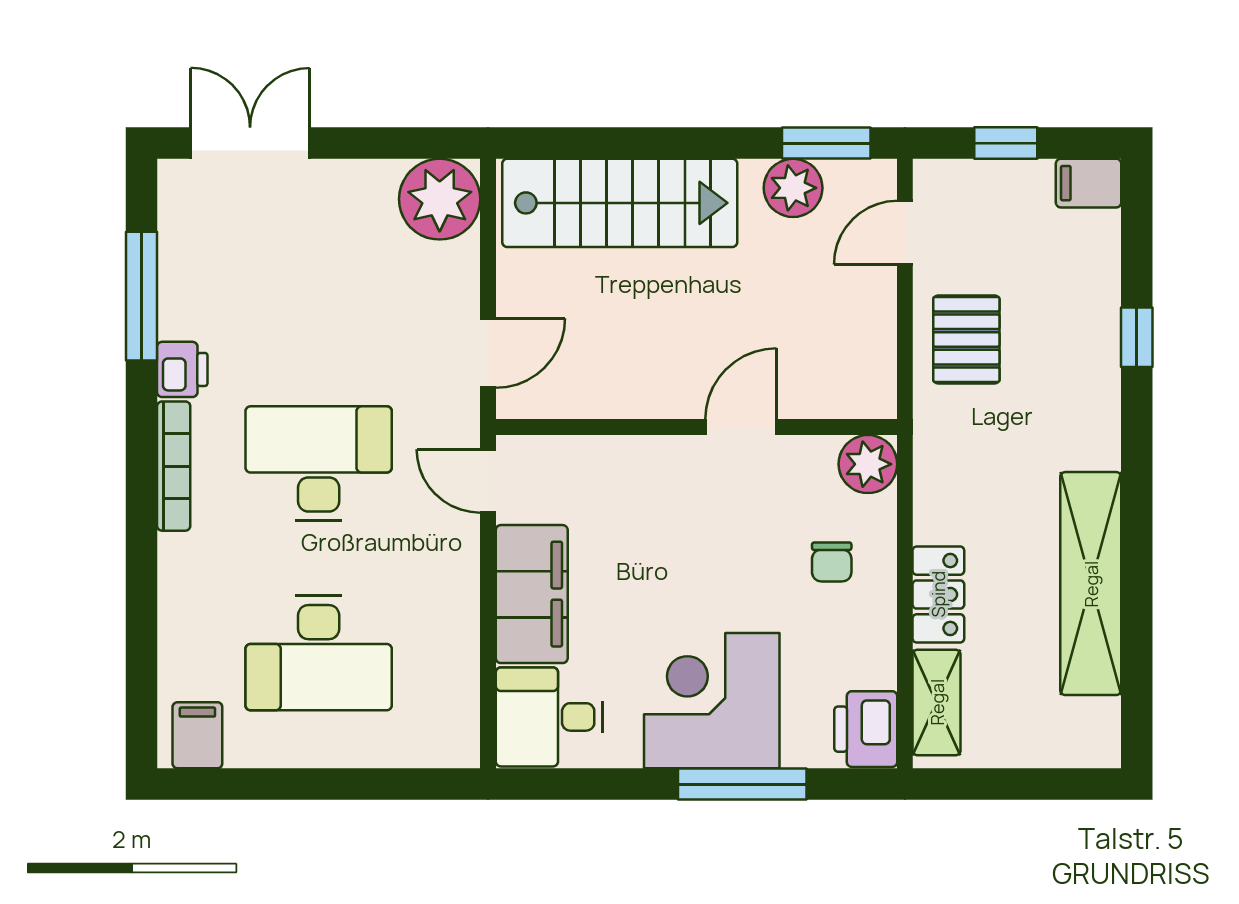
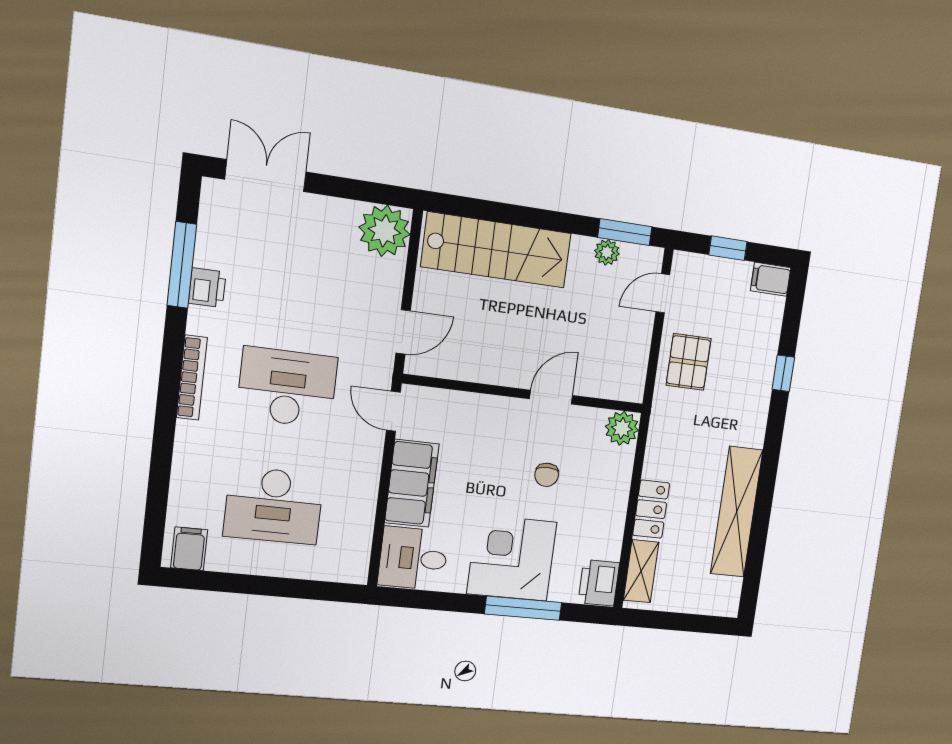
plant: (793, 188) -> (607, 252), width x0.73, depth x0.73
printer: (182, 369) -> (207, 288), moved
chair: (832, 562) -> (547, 475), moved

